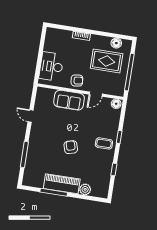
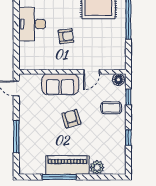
wall: (80, 92) -> (72, 72), moved
door: (96, 94) -> (92, 72), moved
sofa: (69, 100) -> (60, 84), moved
floor lamp: (116, 104) -> (118, 80), moved

